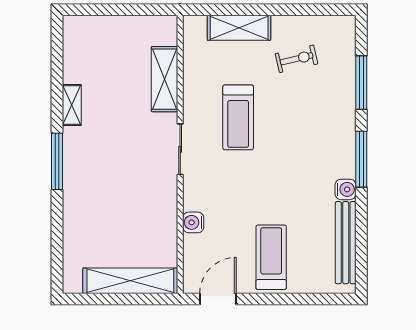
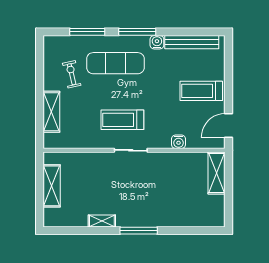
shelving: (164, 79) -> (52, 186), moved, turned 90
treadmill: (238, 117) -> (122, 120), moved, turned 180
exercise mat: (313, 126) -> (115, 63), added
shelving: (130, 281) -> (217, 173), width x0.68
door: (218, 299) -> (229, 126), hinge flipped

